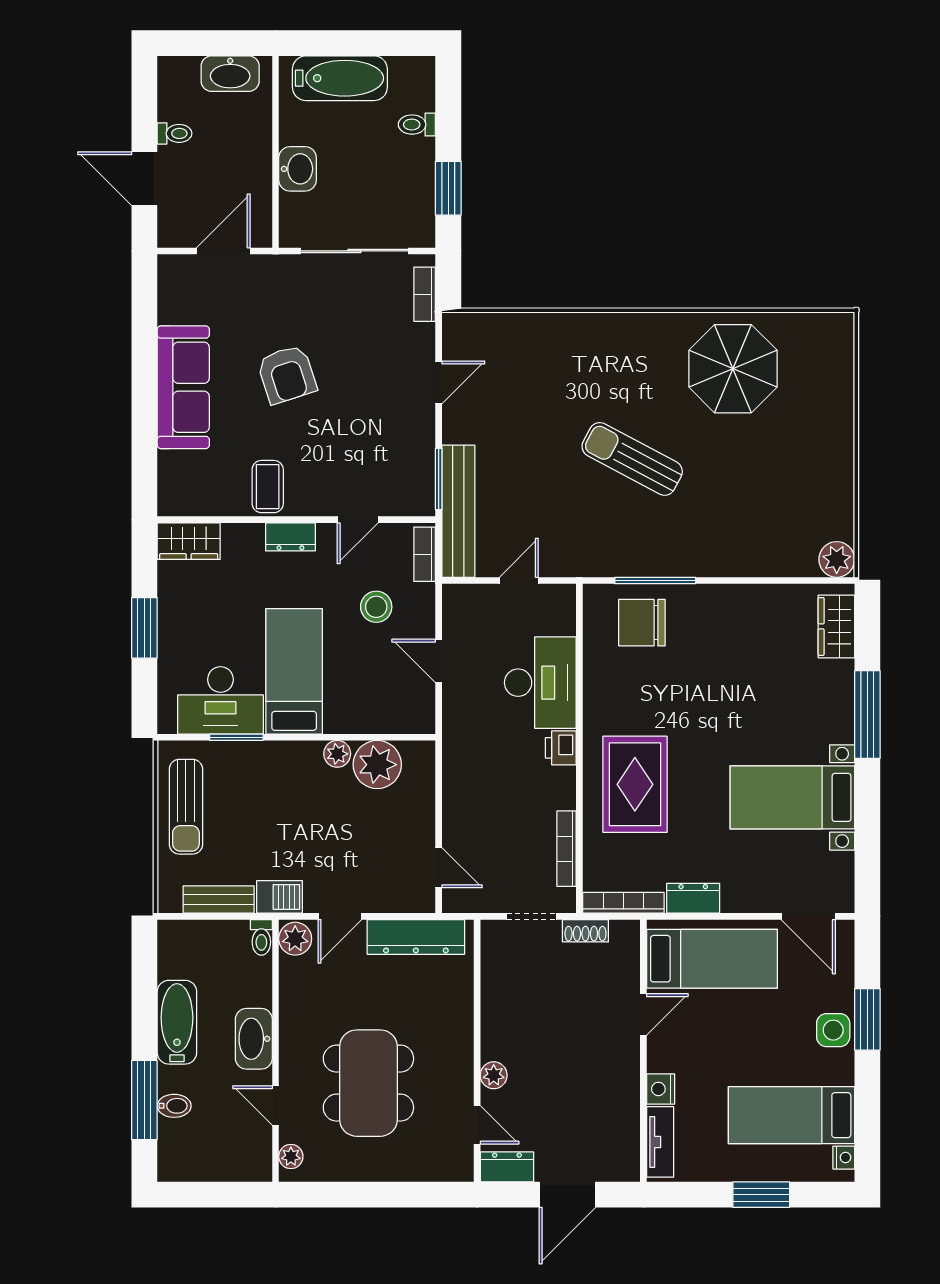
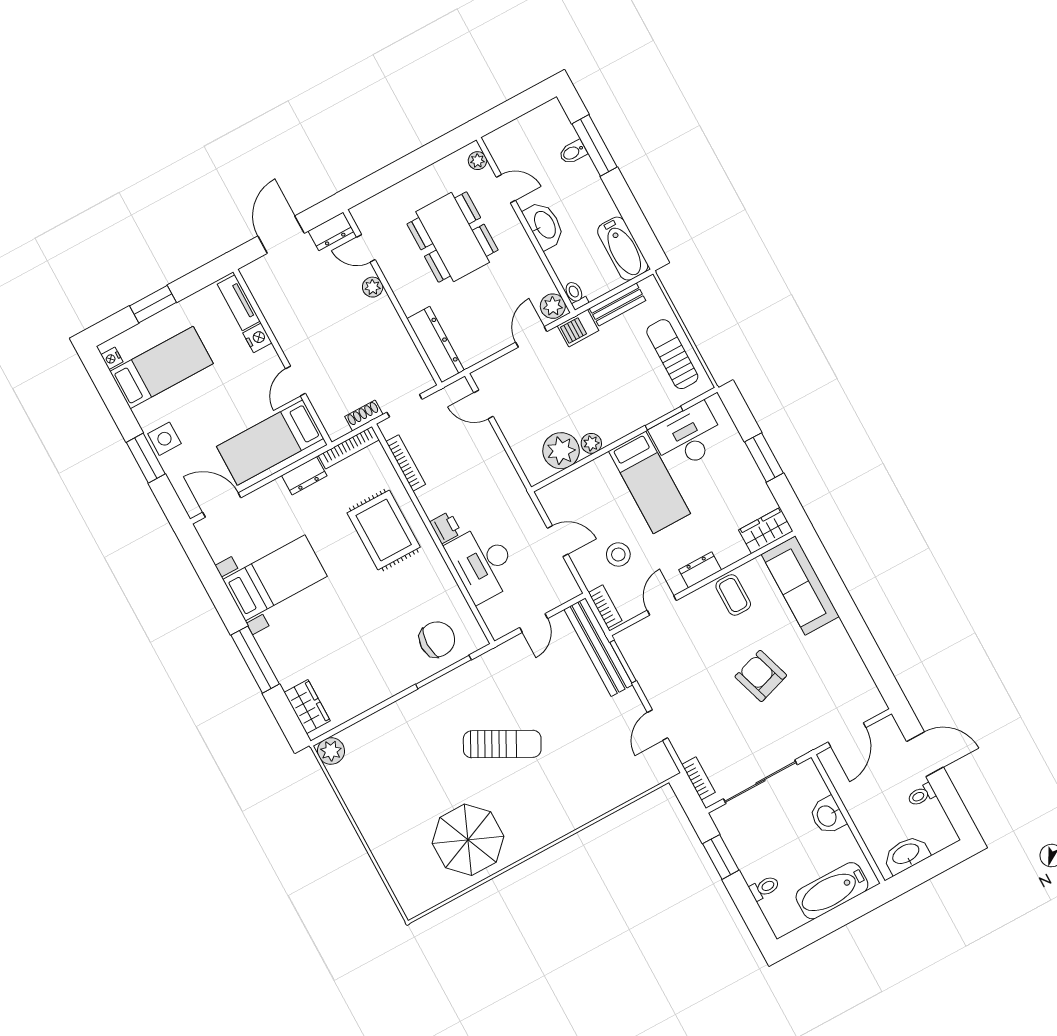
sofa: (183, 387) -> (800, 585), moved
dresser: (416, 937) -> (436, 344), moved, turned 90
bathtub: (177, 1022) -> (623, 249), moved

